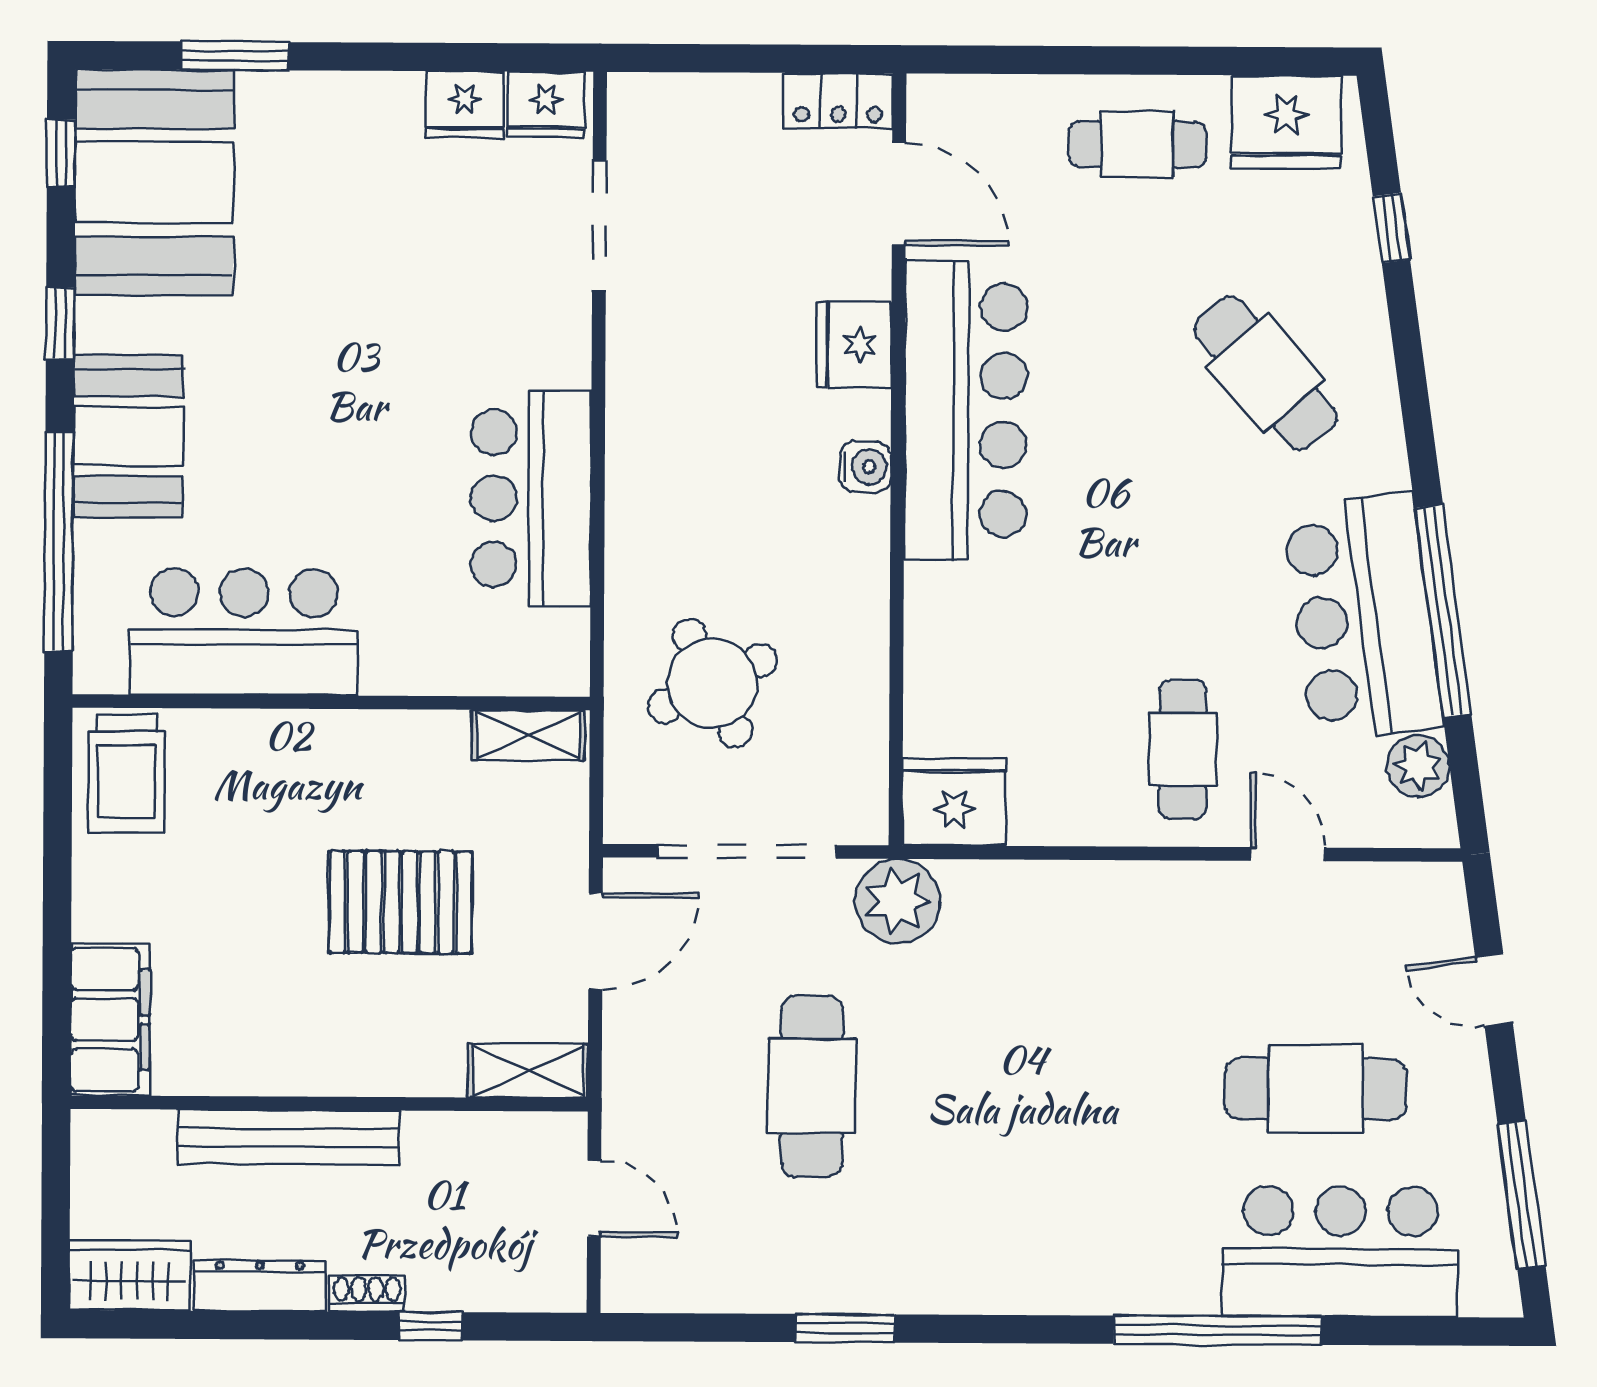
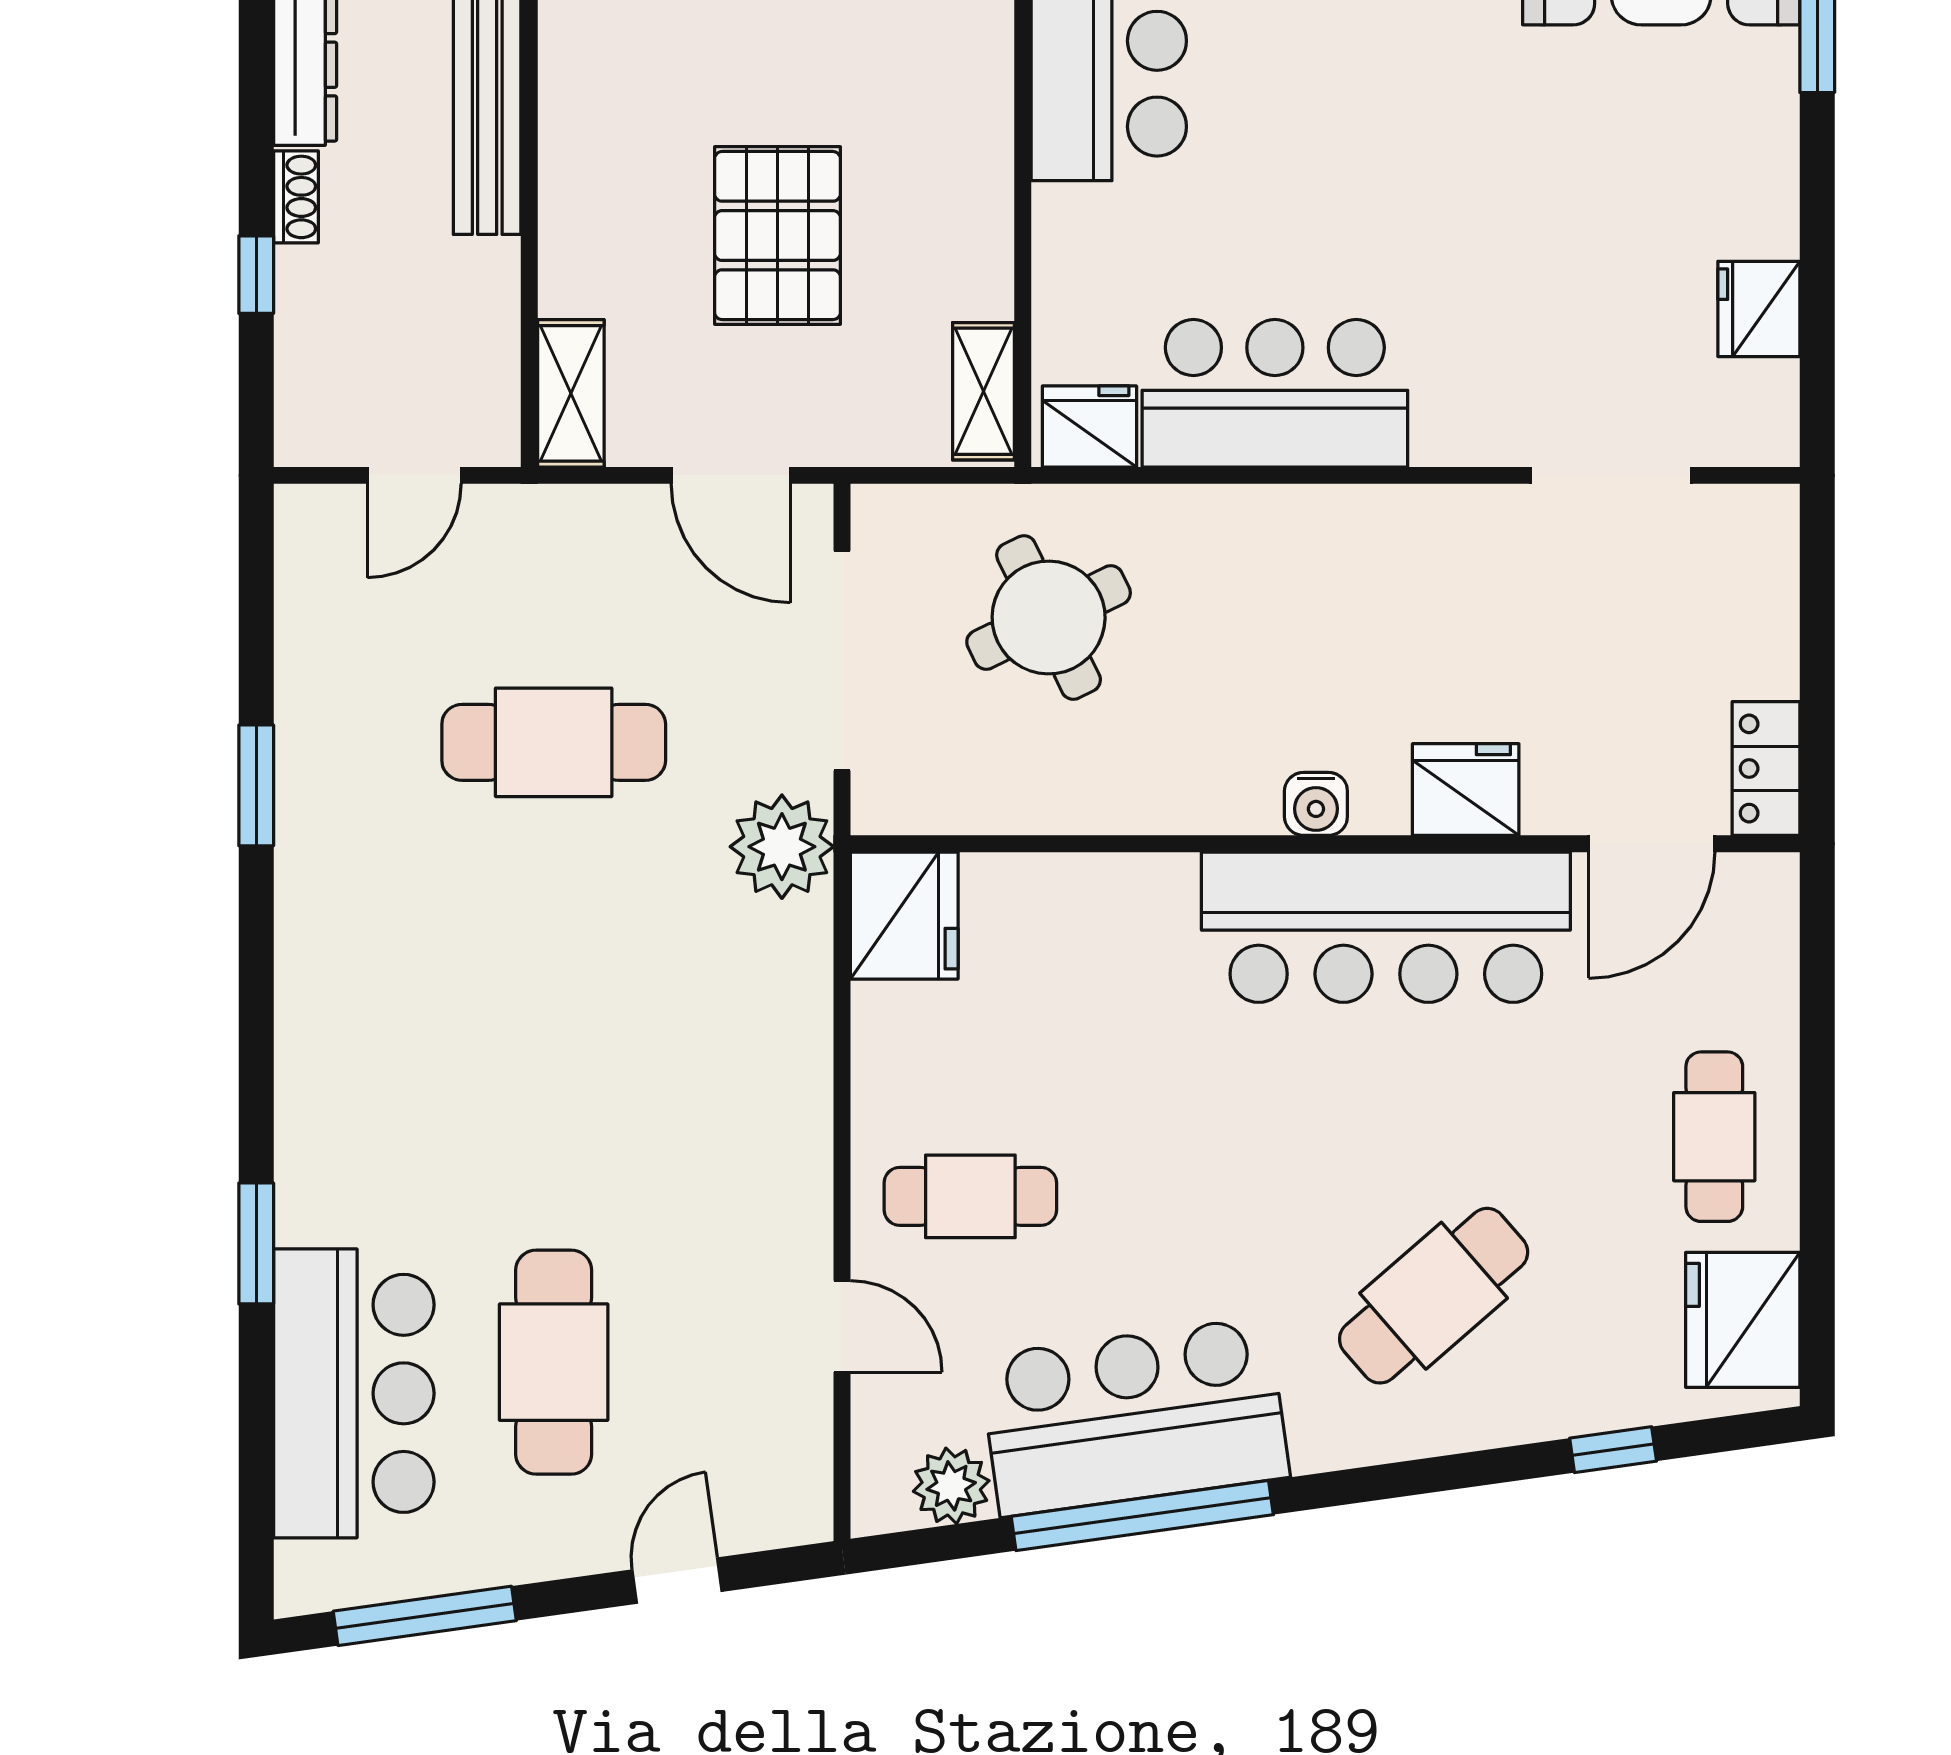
fridge: (546, 105) -> (1089, 426), moved, turned 90
door: (1288, 854) -> (842, 1326), hinge flipped
window: (1218, 1330) -> (256, 1243), width x0.47

